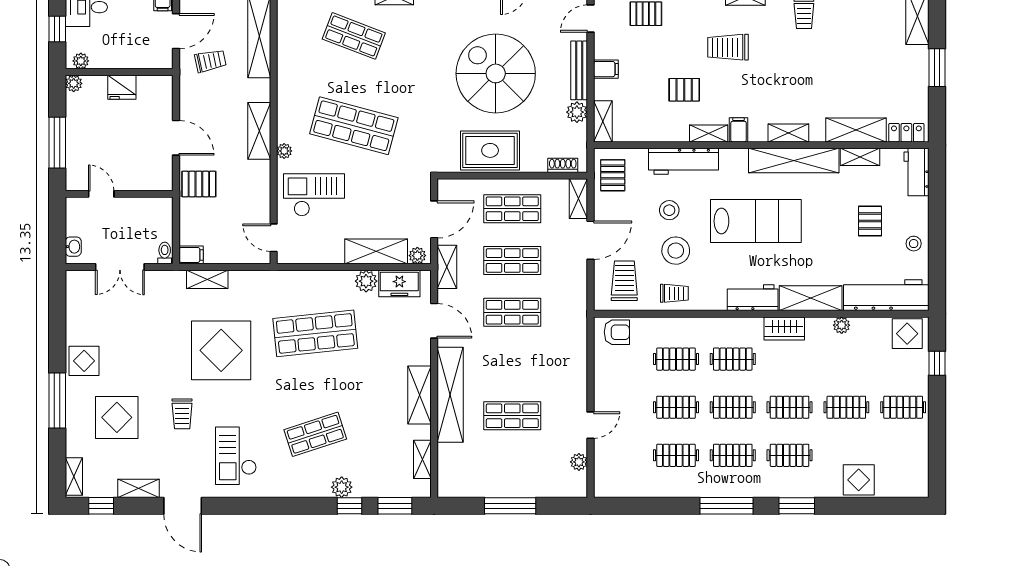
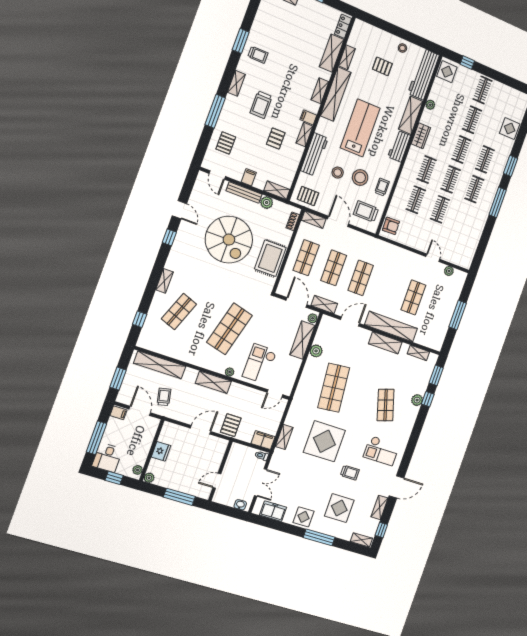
spiral stairs: (496, 73) -> (229, 240), turned -90
workbench: (916, 172) -> (366, 30), removed
filing cabinet: (191, 255) -> (263, 440), width x2.00
freezer: (399, 283) -> (273, 511), moved, turned -90
armchair: (617, 332) -> (391, 226), turned 88
clothes rail: (676, 455) -> (464, 219), removed

